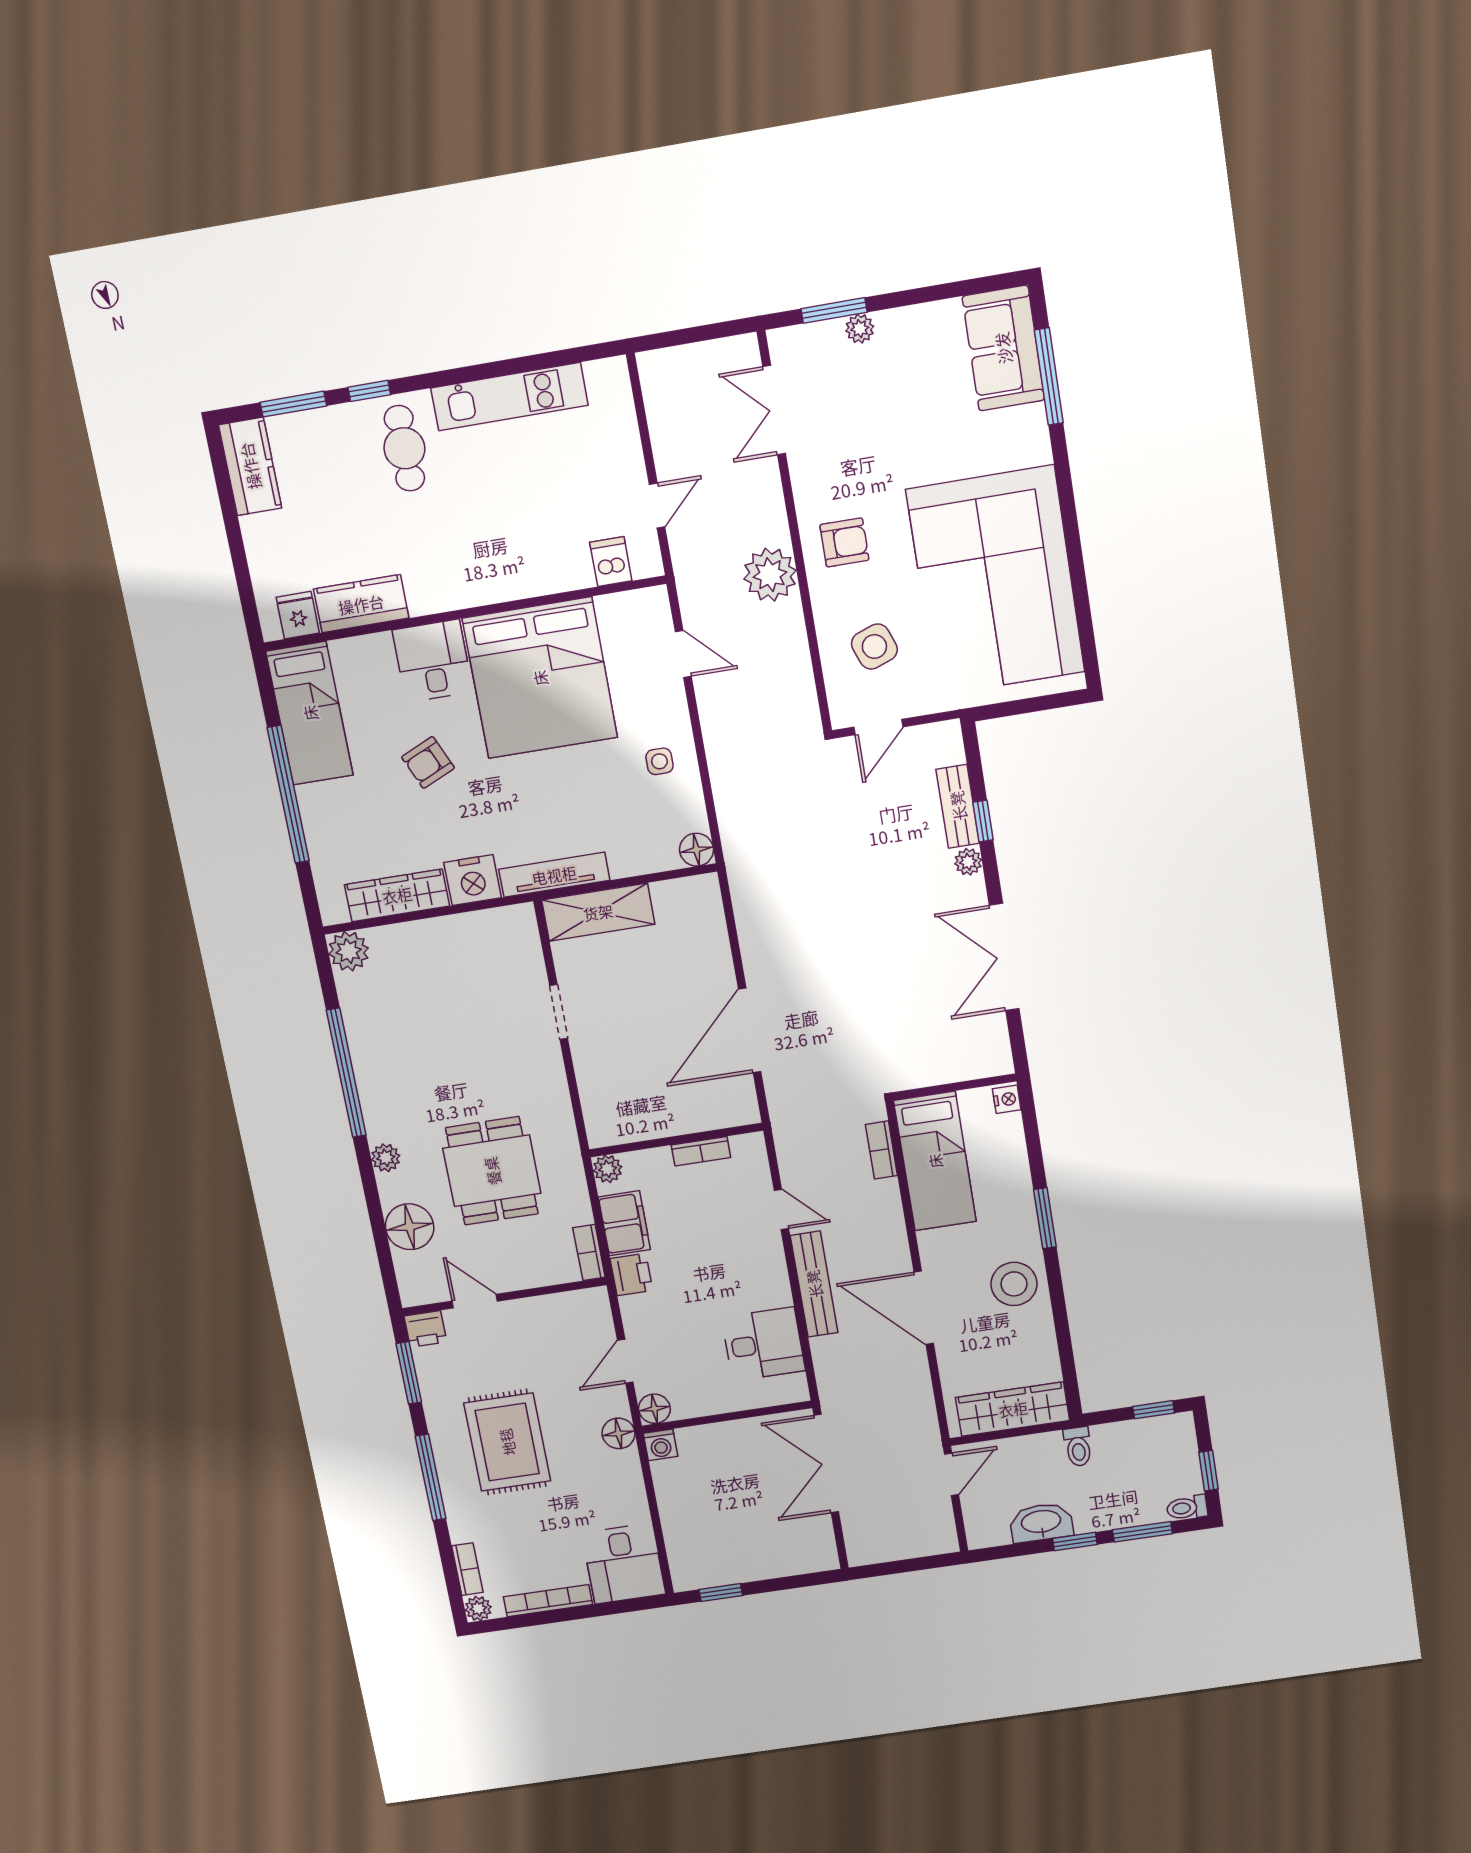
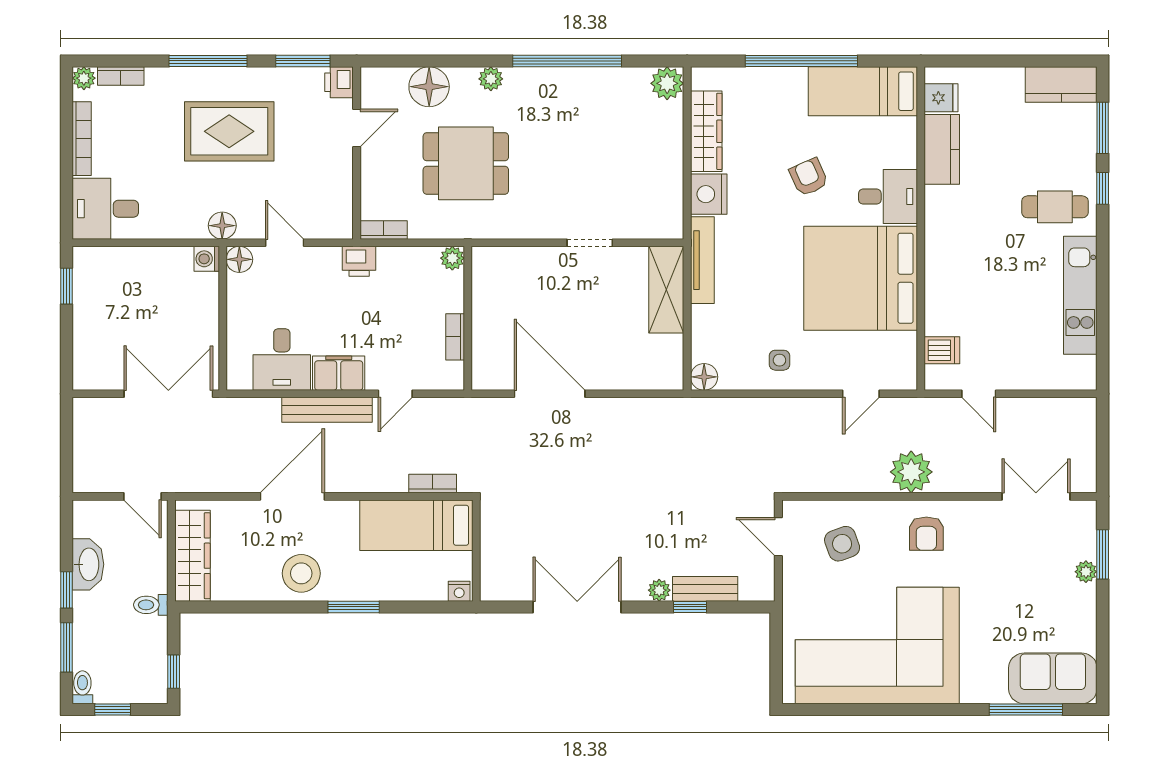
filing cabinet: (624, 1223) -> (339, 373), moved, turned 180

